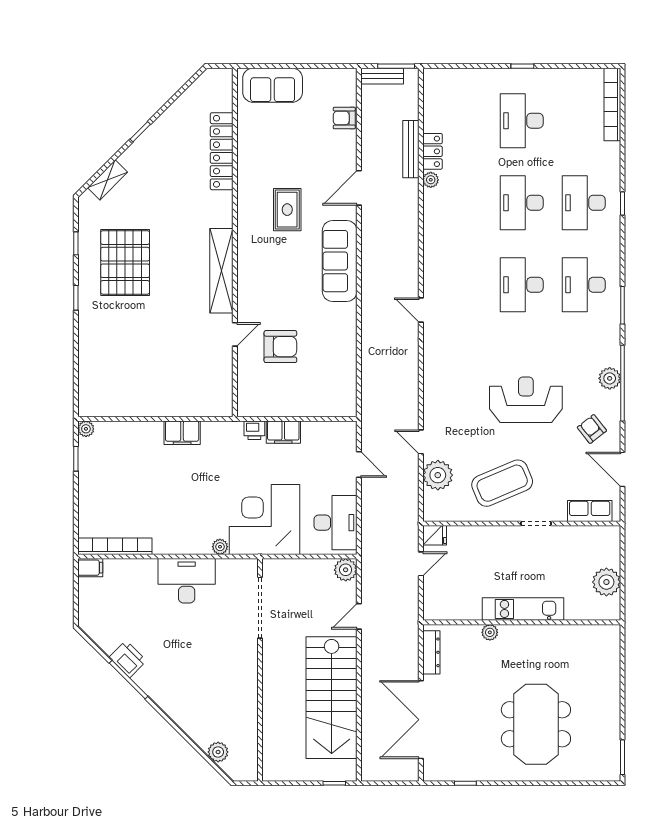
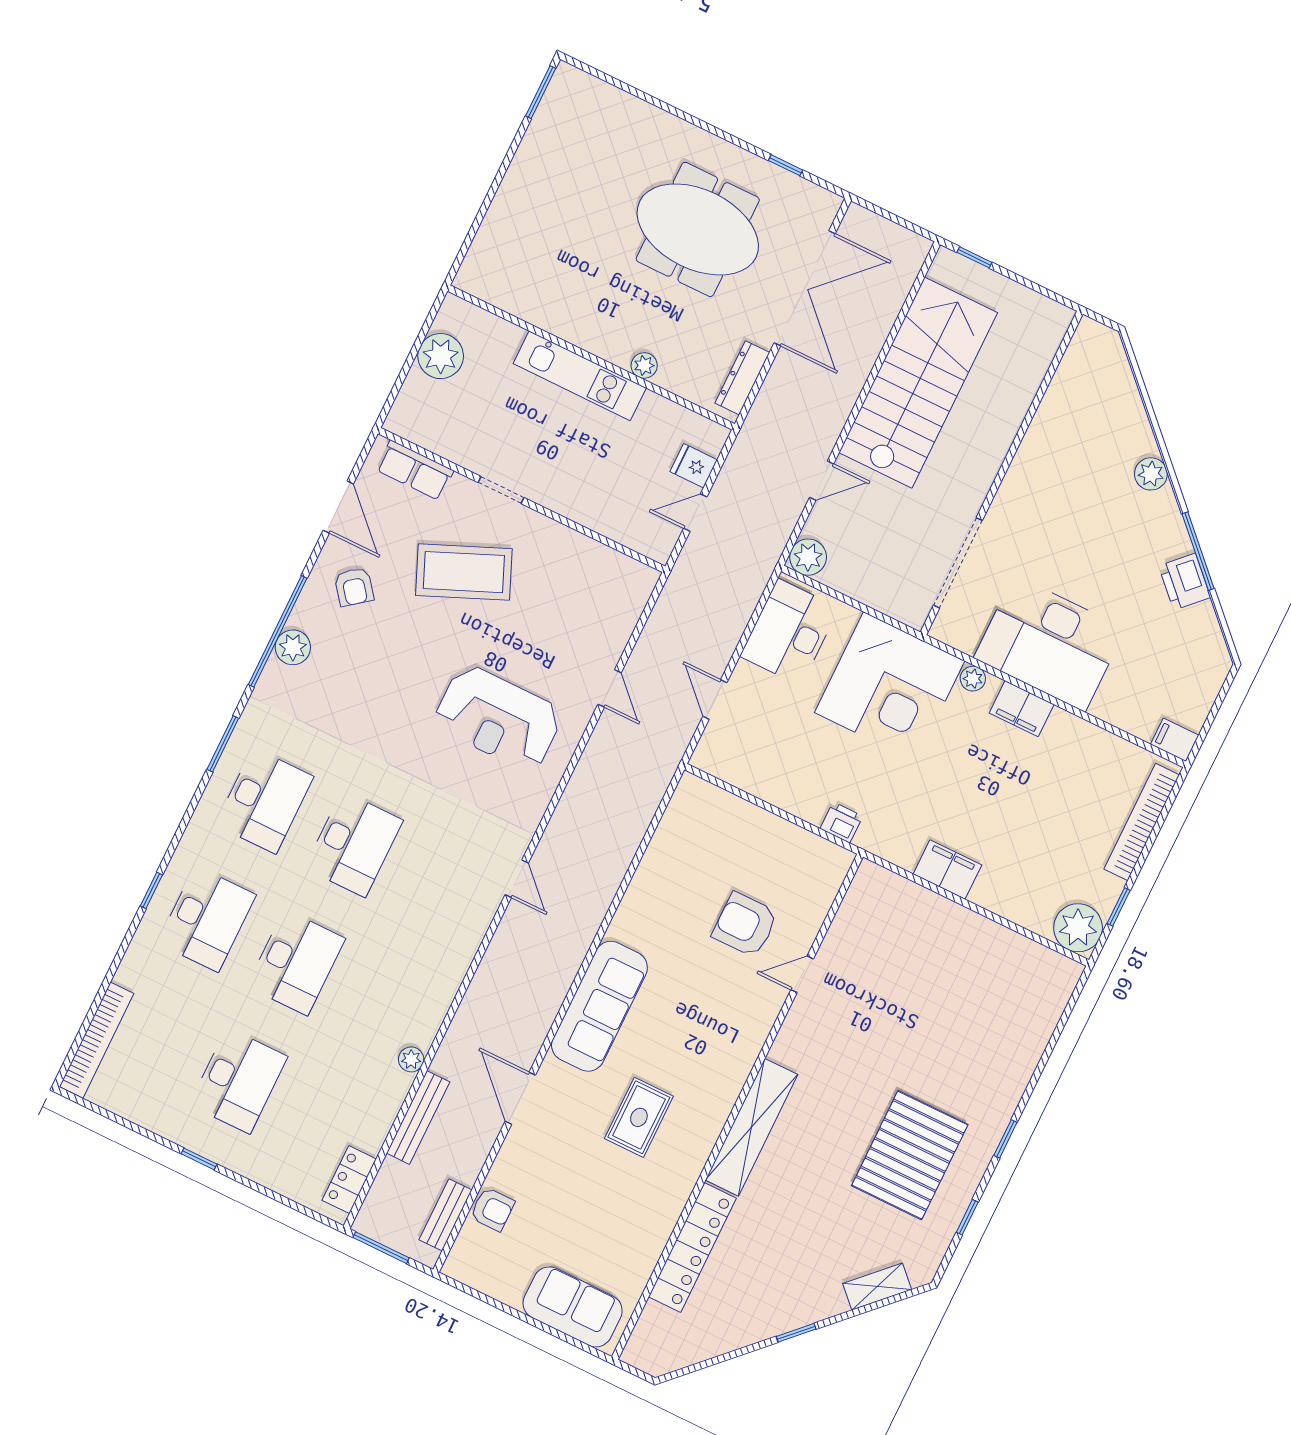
bench: (382, 76) -> (446, 1215), moved, turned 90
locker: (432, 151) -> (349, 1180), moved
door: (359, 188) -> (520, 1098), swing flipped
shelving: (221, 271) -> (752, 1127), moved
reception desk: (526, 400) -> (498, 718), moved
plant: (86, 429) -> (1078, 928), width x1.87, depth x1.87
filing cabinet: (283, 432) -> (1022, 709), moved, turned 180
plant: (438, 475) -> (609, 629), removed
coffee table: (502, 483) -> (464, 572), moved
fridge: (435, 535) -> (694, 466), moved
bookcase: (115, 546) -> (1142, 822), moved, turned 90
desk: (187, 581) -> (1050, 643), width x1.36, depth x1.30
meeting table: (536, 724) -> (698, 229), moved, turned 90
plant: (218, 752) -> (1151, 474), moved

